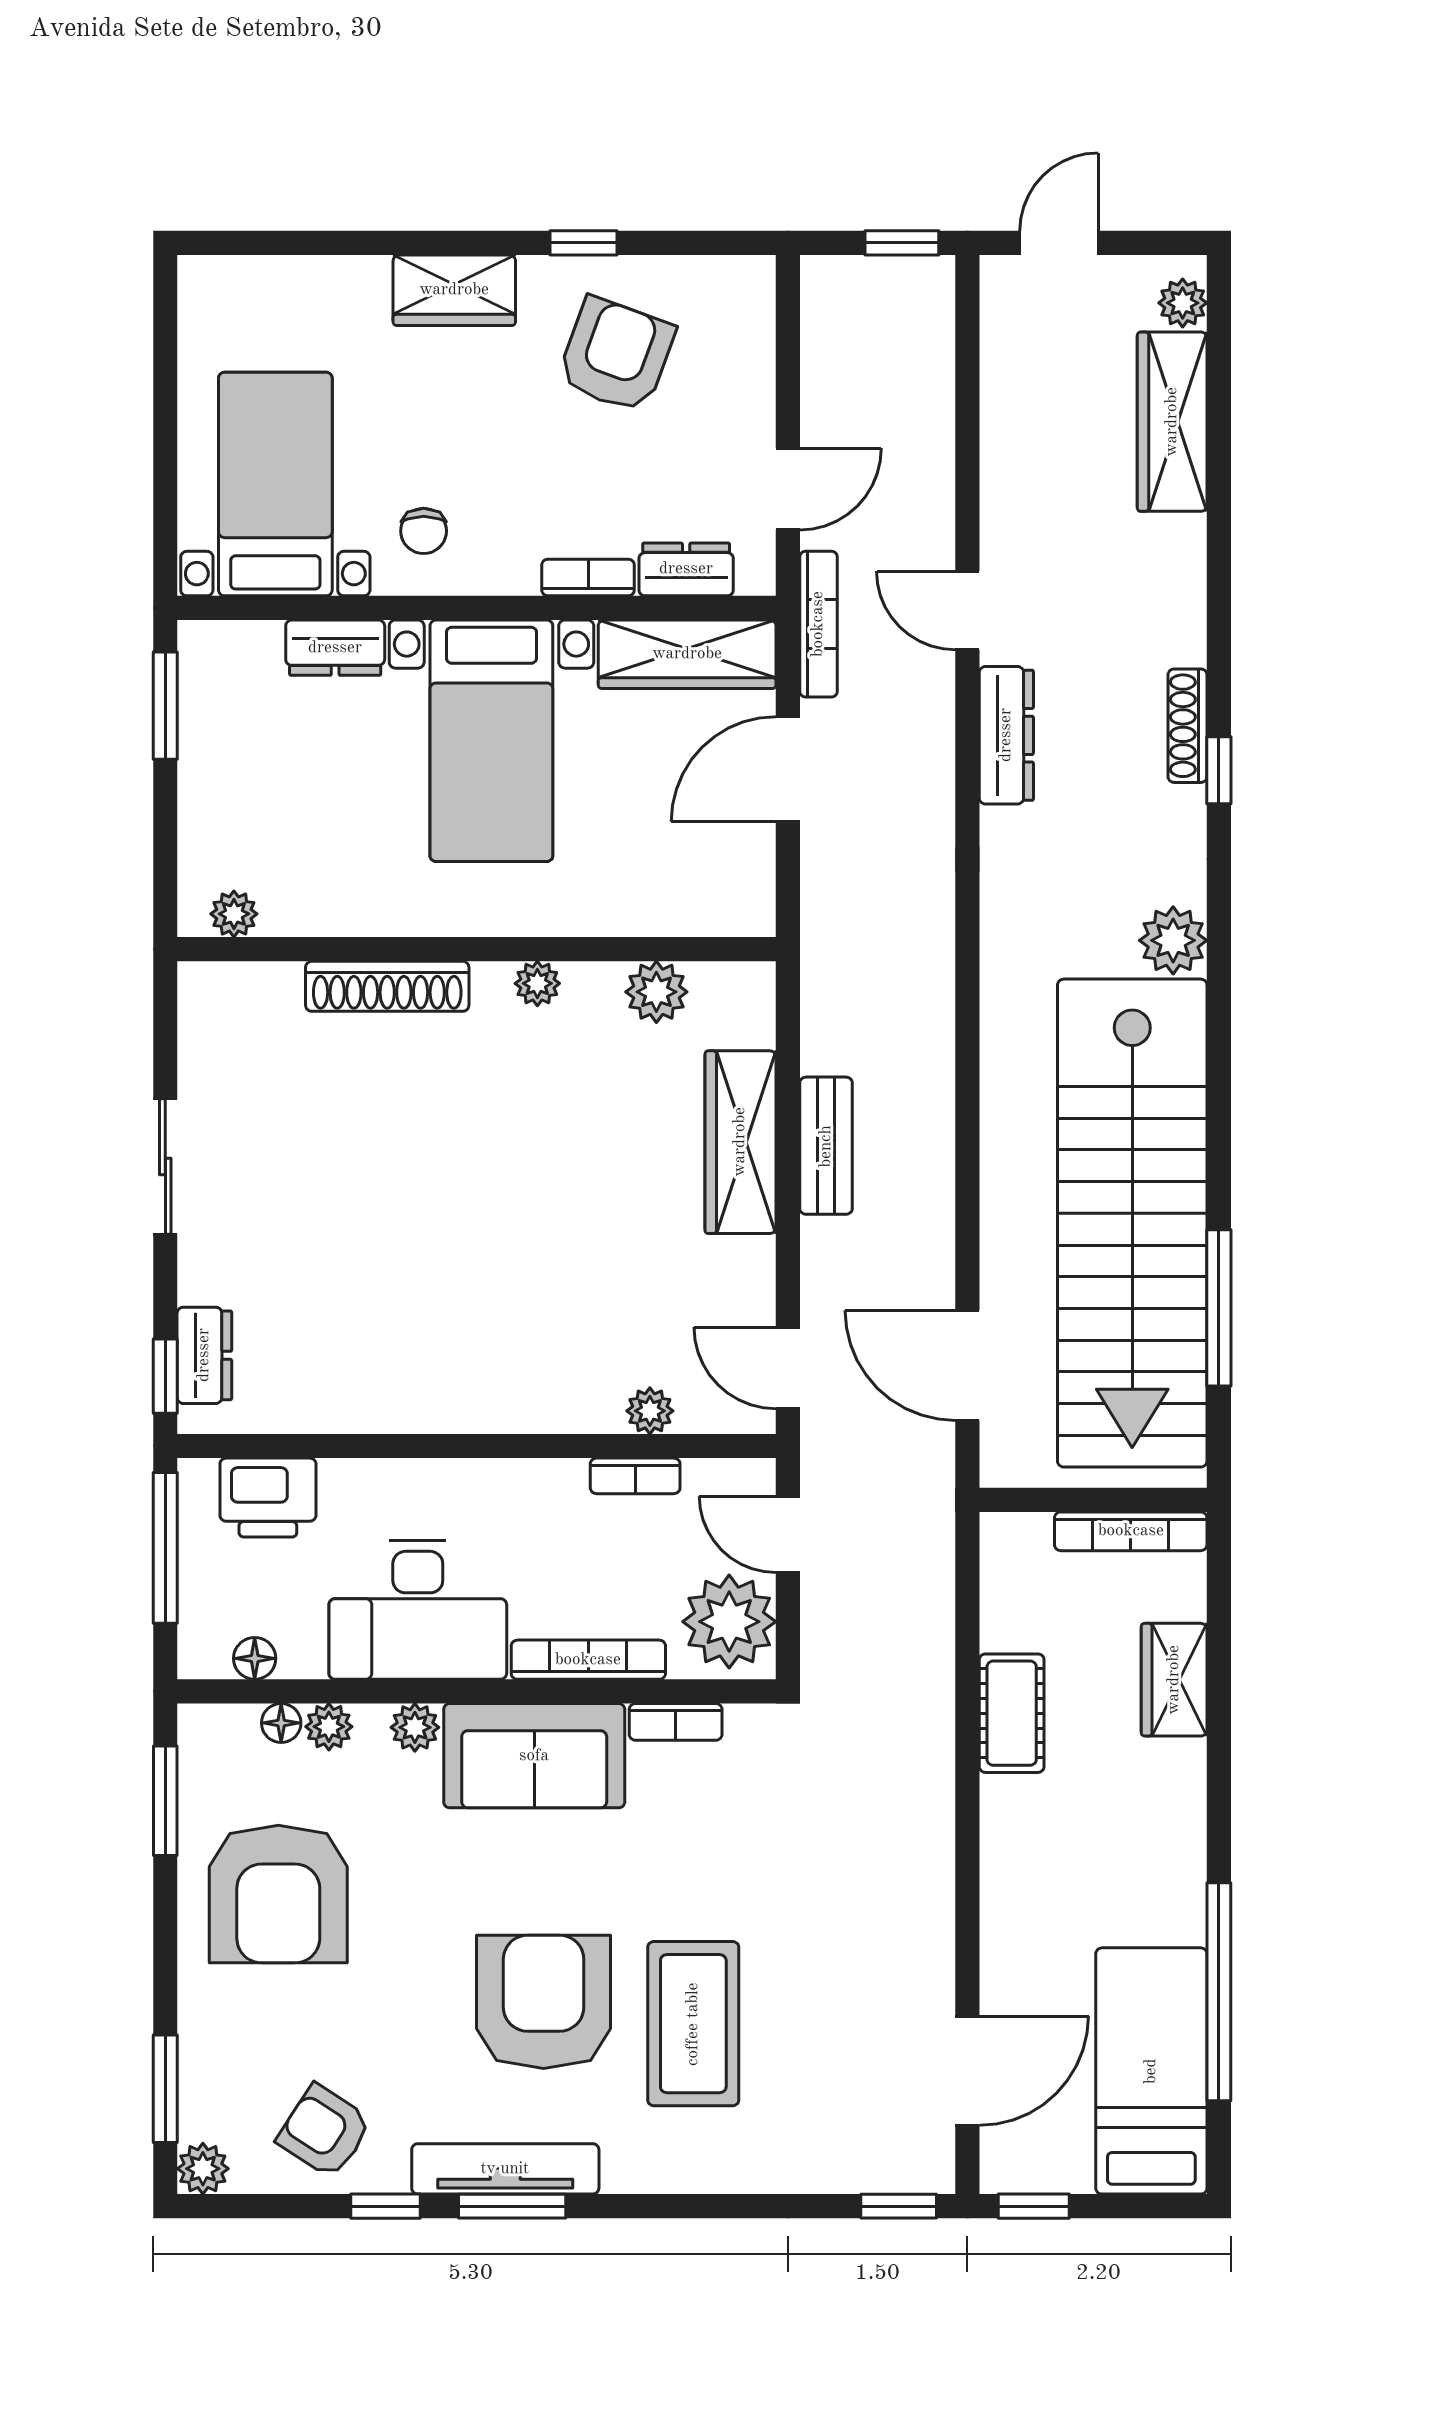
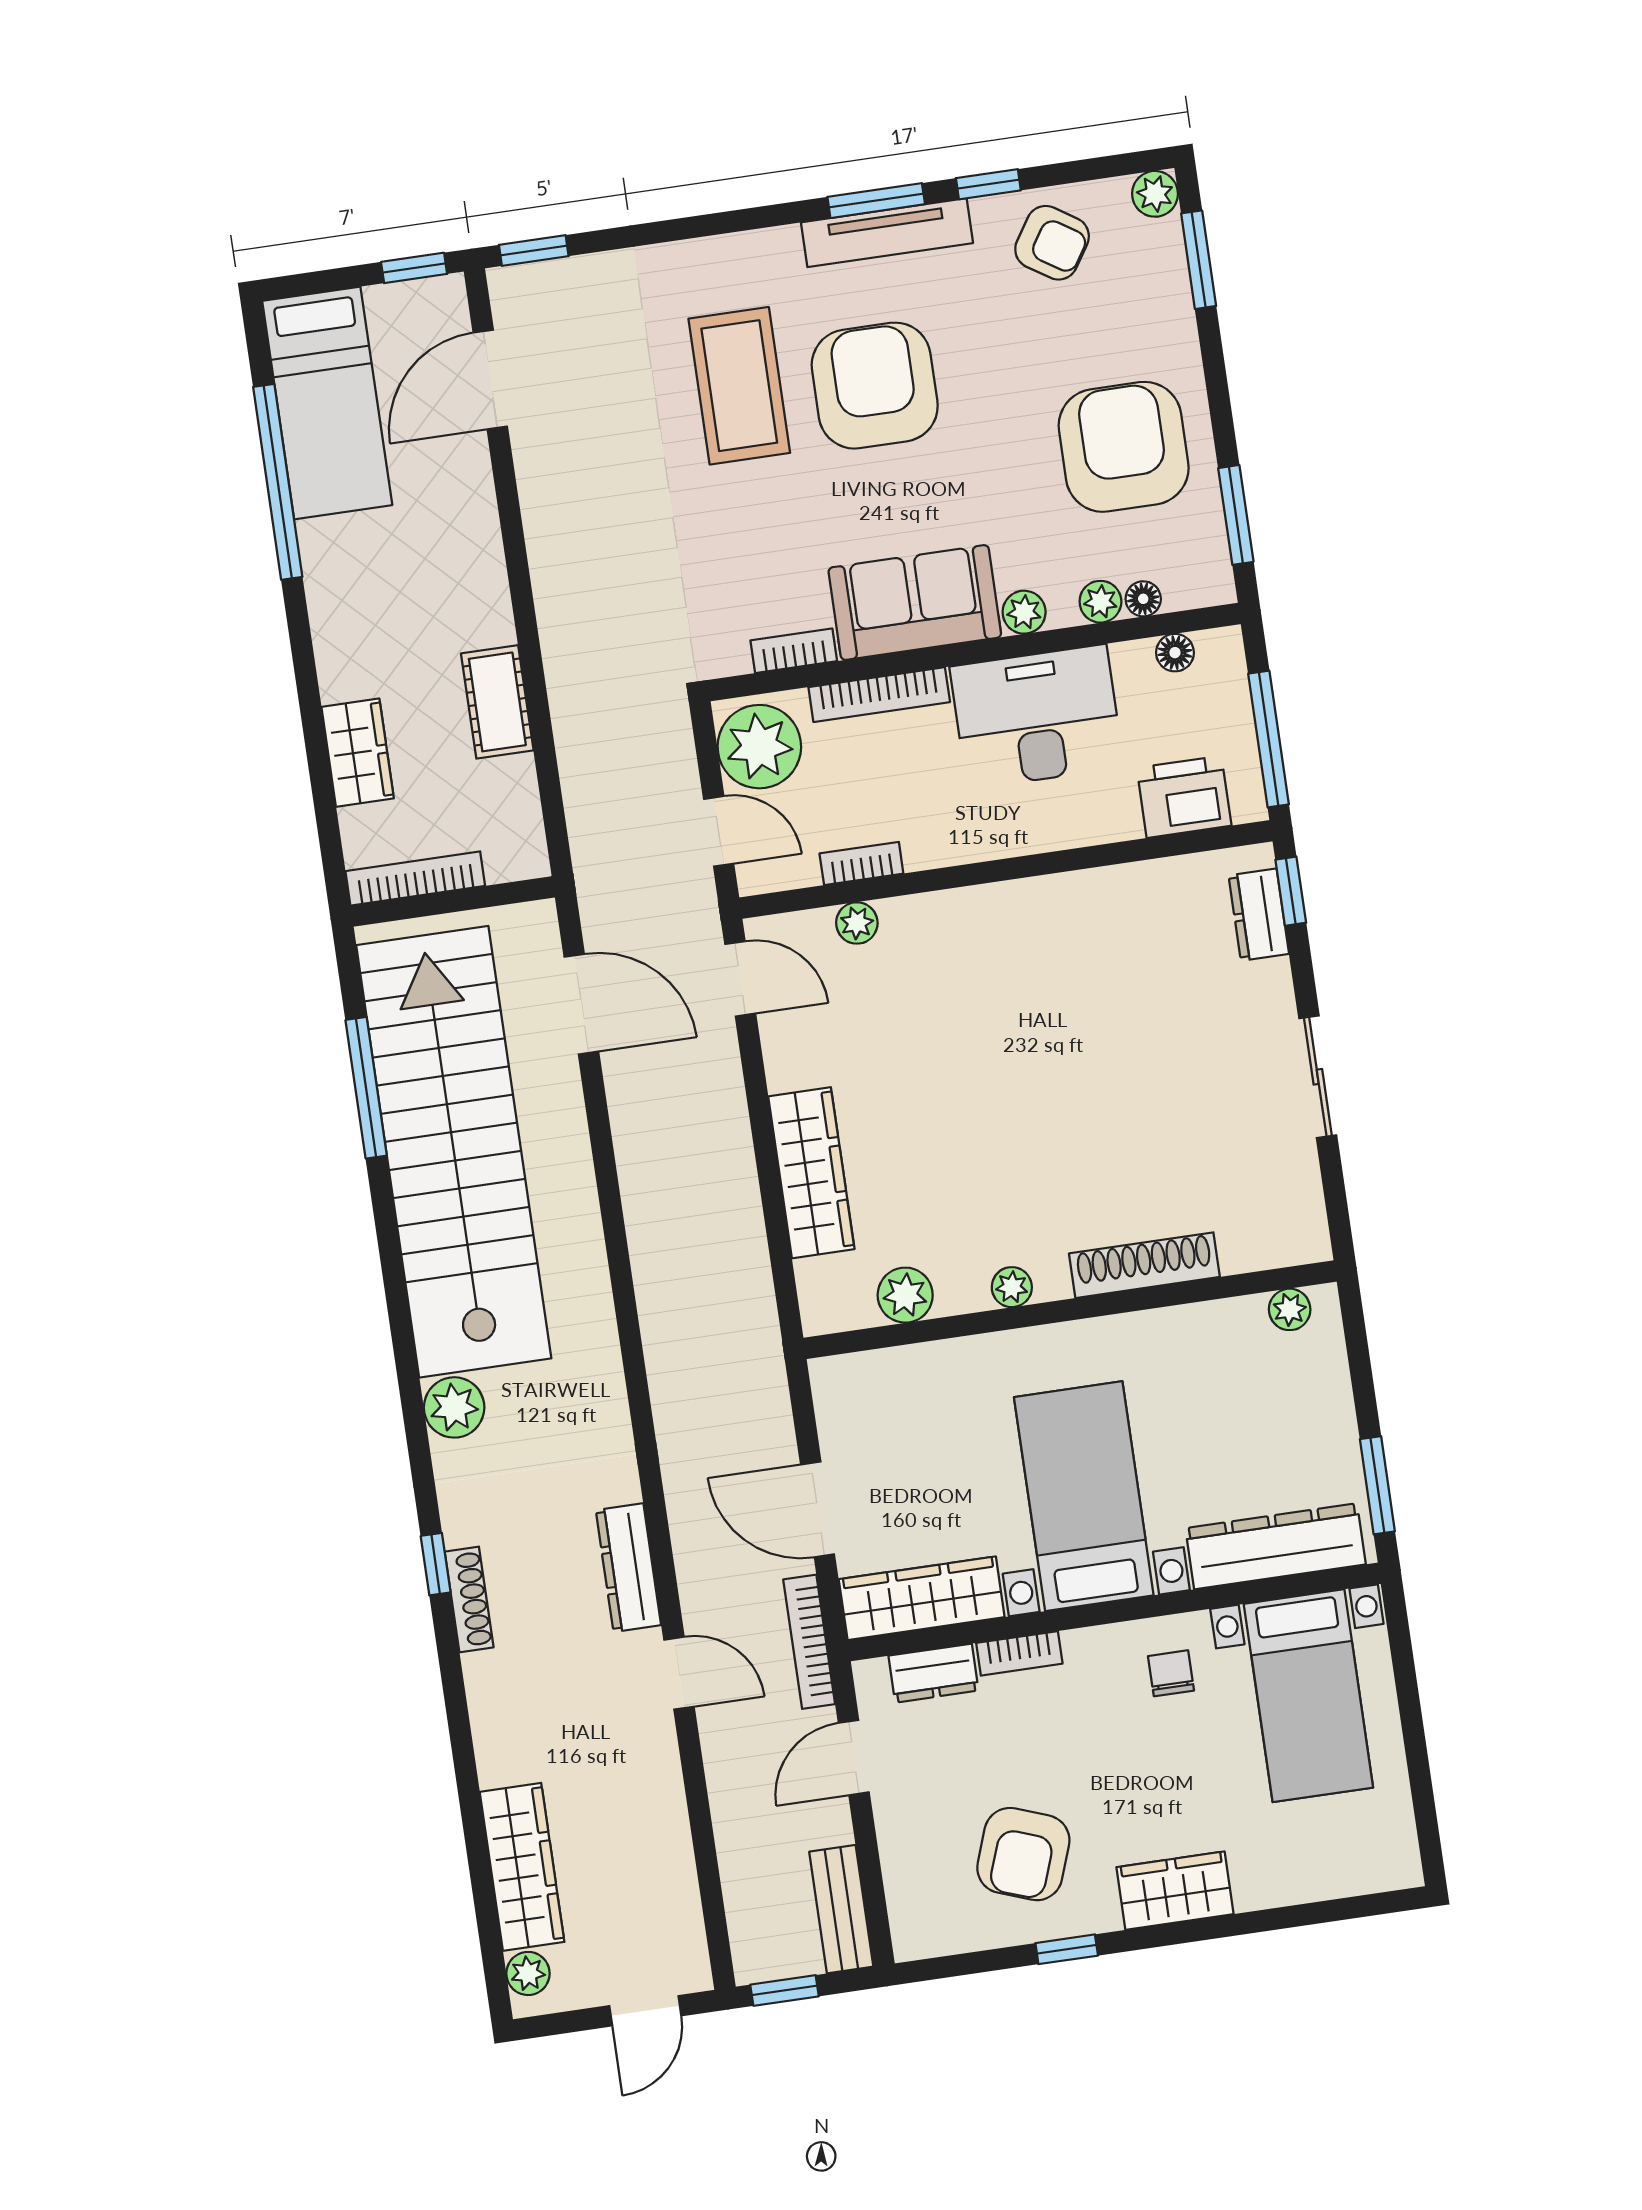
dresser: (335, 648) -> (1276, 1546), width x1.96, depth x1.24
door: (788, 769) -> (818, 1509), swing flipped
bench: (826, 1146) -> (841, 1909), moved
armchair: (544, 2002) -> (875, 386), turned 180

